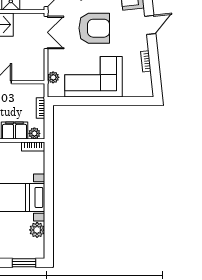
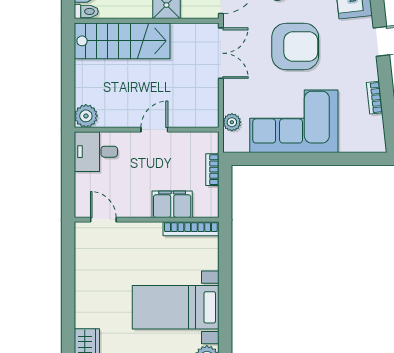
plant: (34, 133) -> (203, 209), removed
bookcase: (33, 147) -> (191, 229), width x1.56

